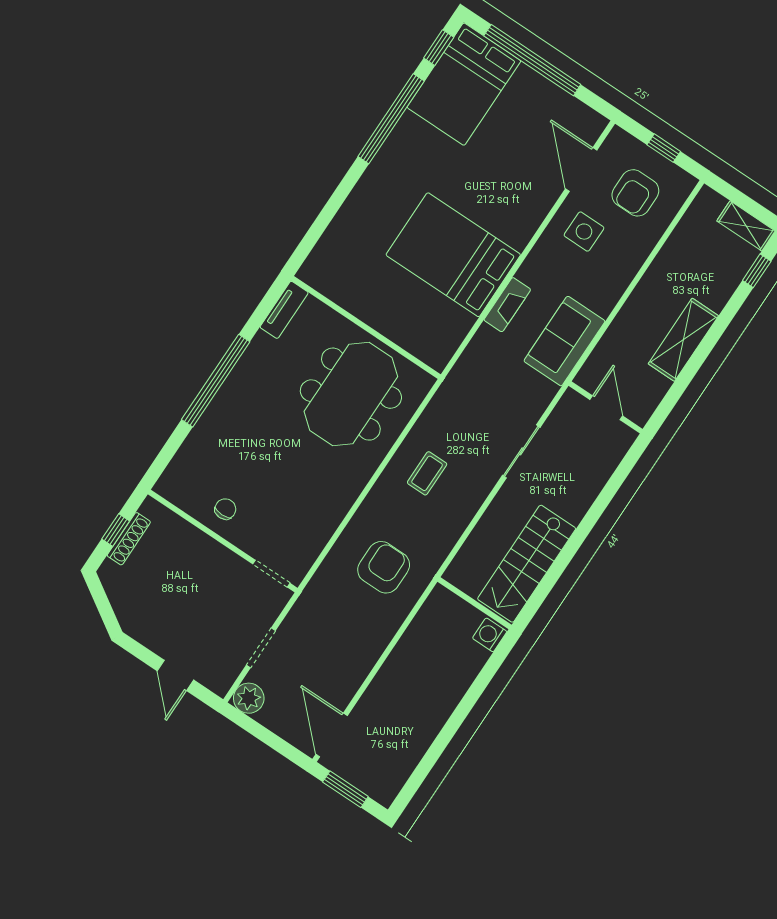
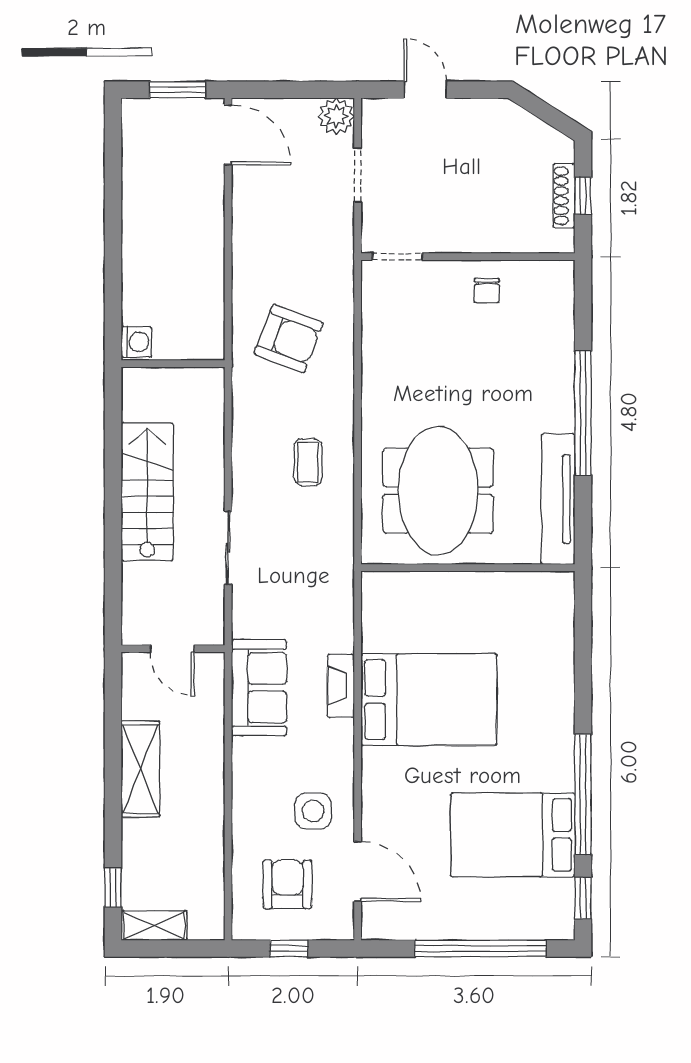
bed: (464, 84) -> (513, 835), moved, turned -90
tv unit: (284, 310) -> (558, 499), width x1.92, depth x1.29
stairs: (527, 564) -> (147, 492), moved
armchair: (384, 567) -> (289, 339), turned -69

